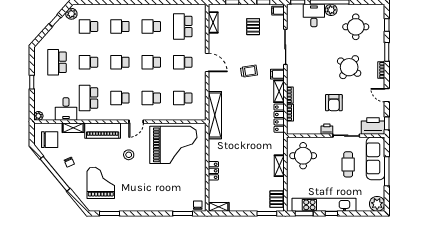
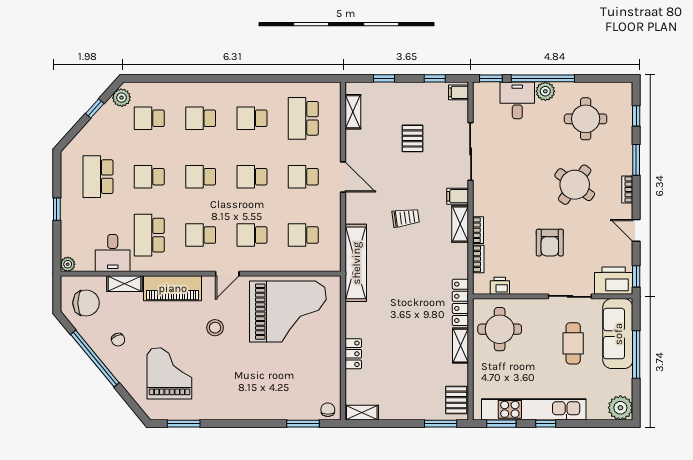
pallet: (253, 27) -> (412, 138), moved
trolley: (249, 71) -> (406, 218), moved
locker: (279, 118) -> (460, 302), moved
printer: (327, 129) -> (500, 286), moved

